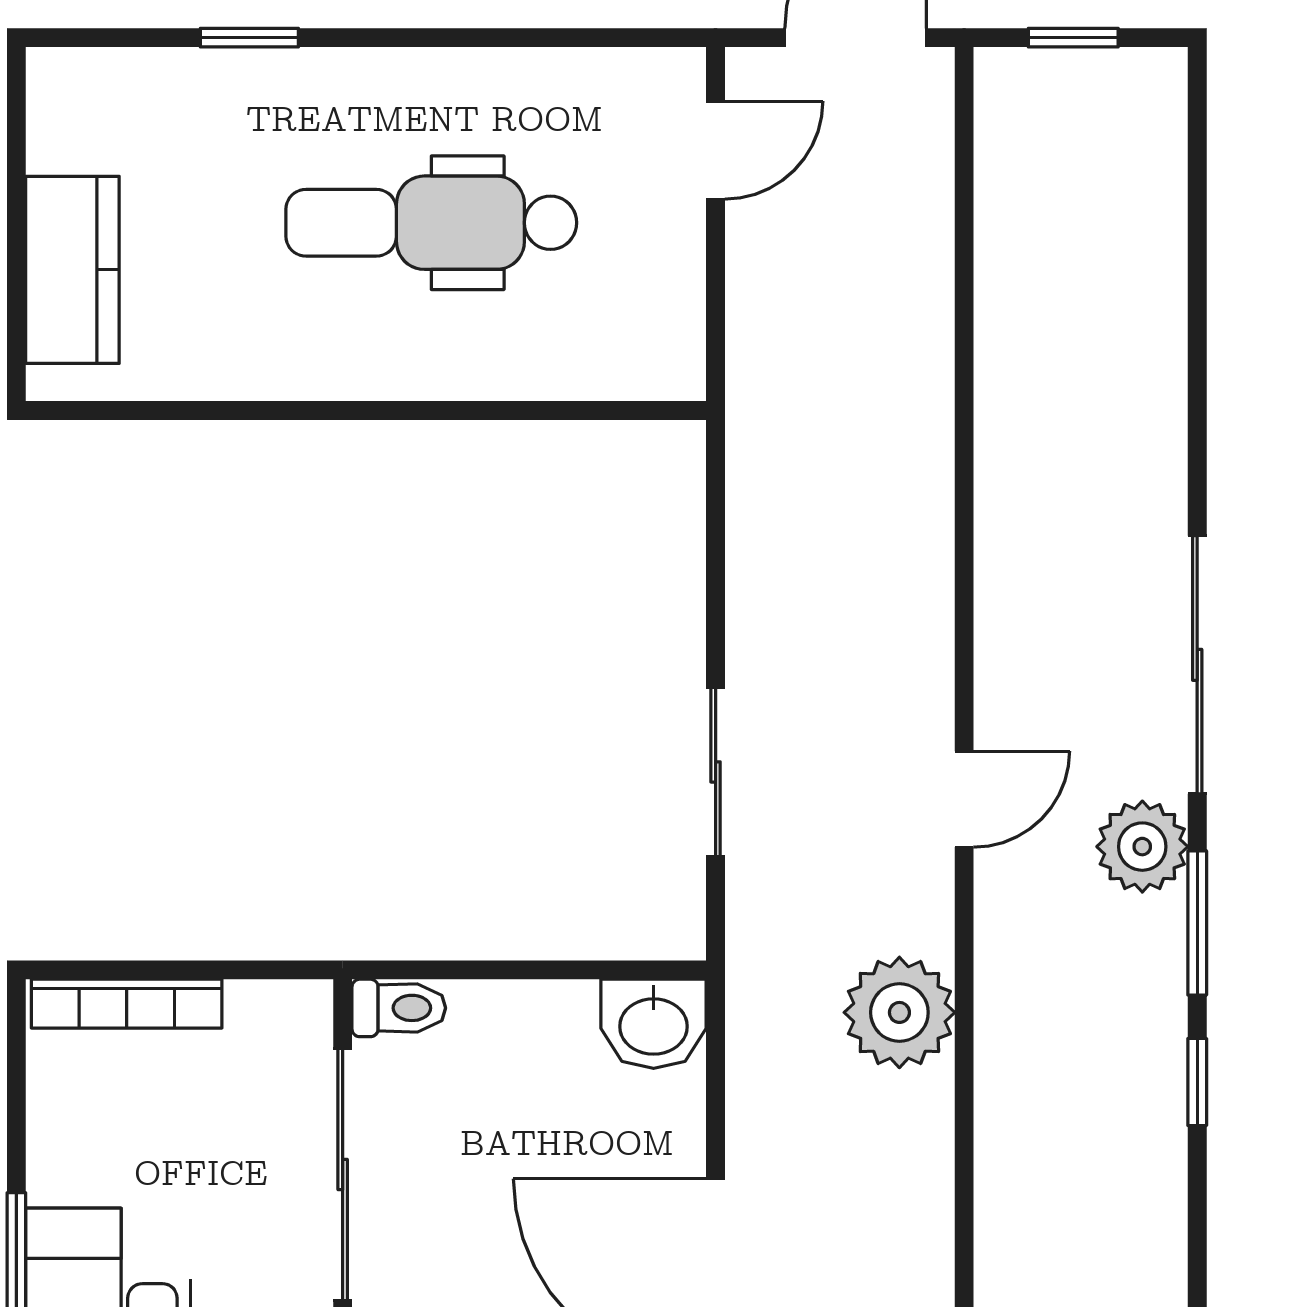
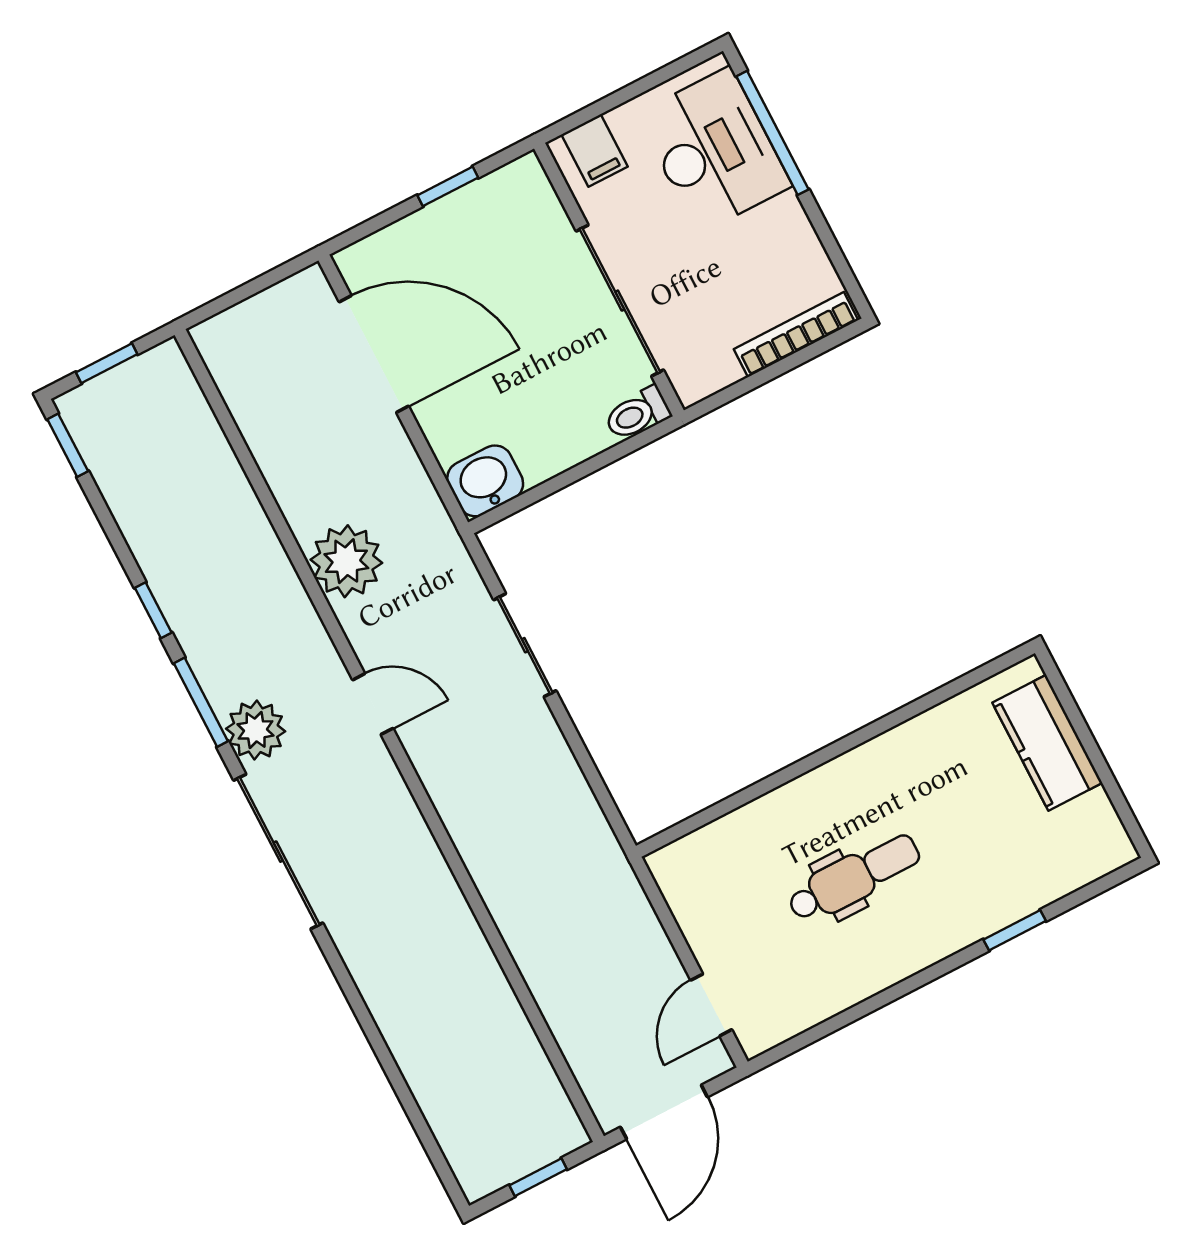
dental chair: (431, 223) -> (854, 878), width x0.73, depth x0.72
door: (964, 799) -> (373, 704), swing flipped

